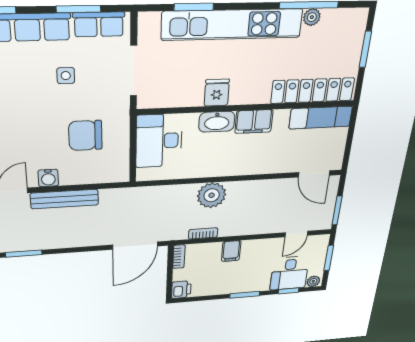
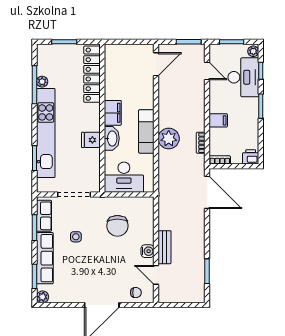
exam couch: (321, 118) -> (146, 131), moved, turned 180
bench: (65, 199) -> (165, 247), width x0.73
desk: (289, 273) -> (243, 77), width x1.37

